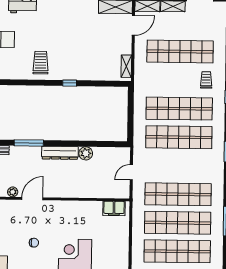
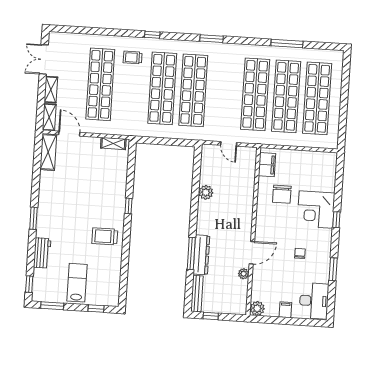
dresser: (60, 153) -> (201, 255), moved
door: (32, 199) -> (252, 253), swing flipped
chair: (88, 223) -> (282, 194), added

